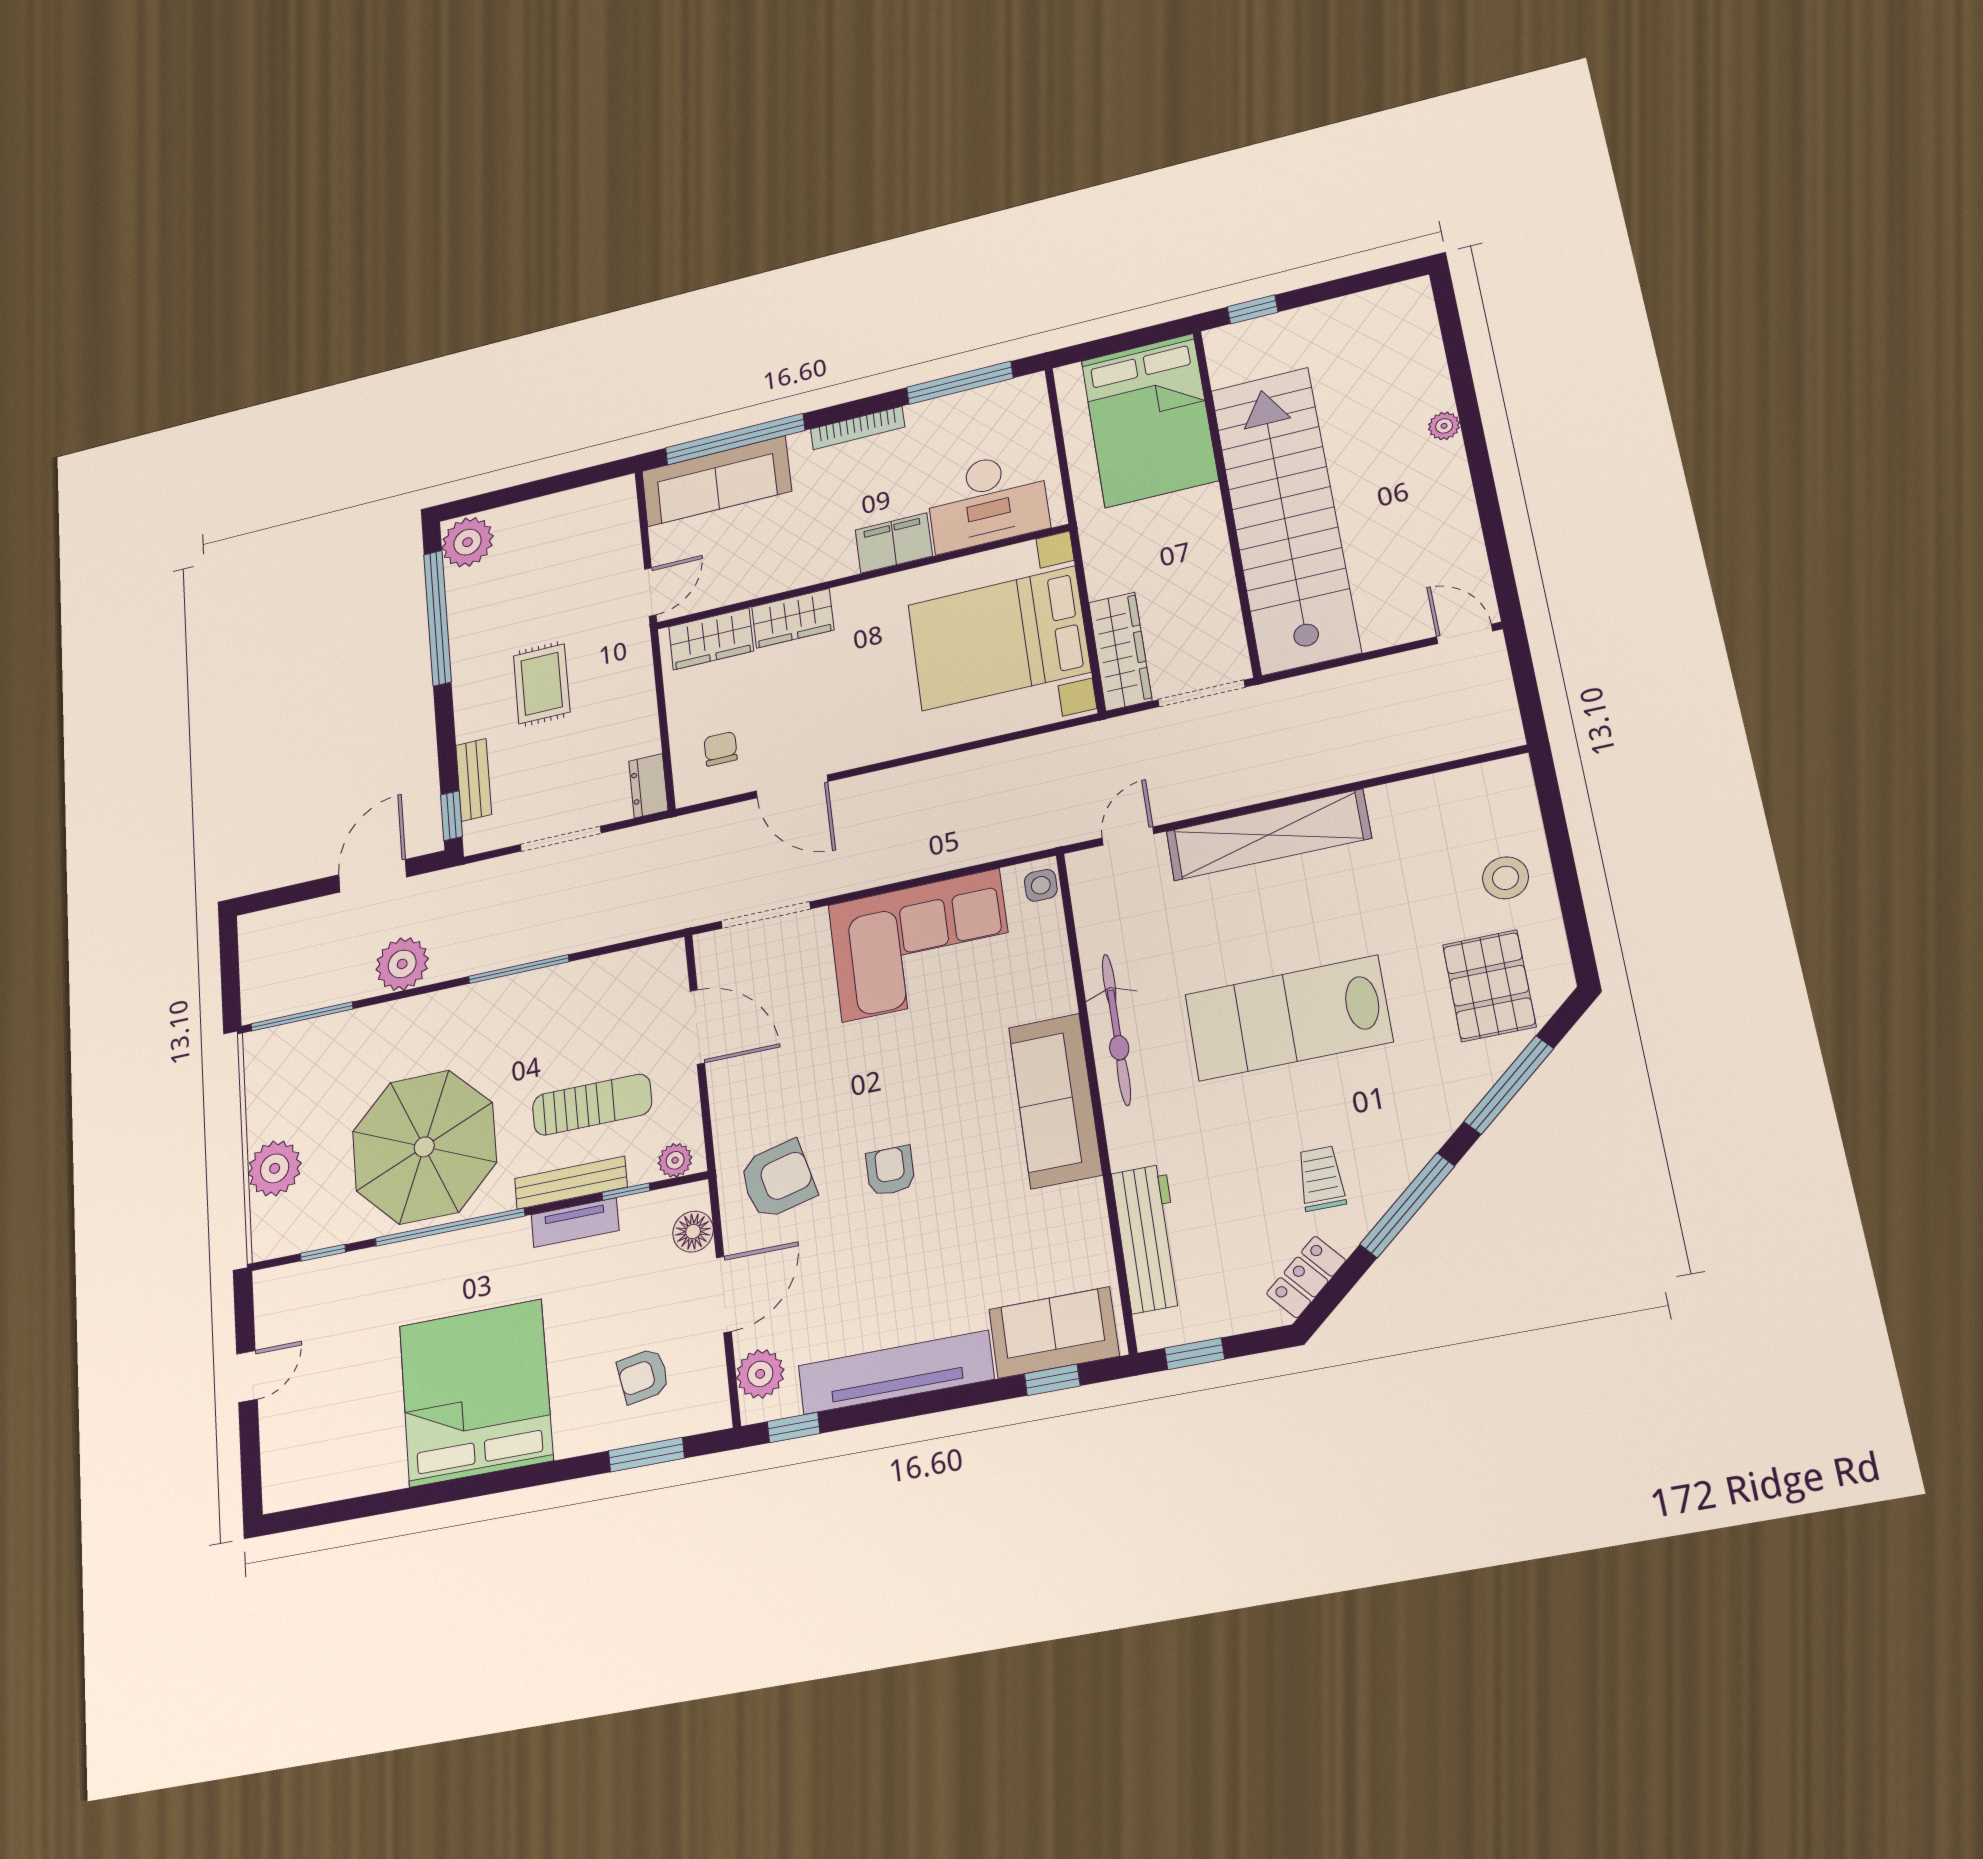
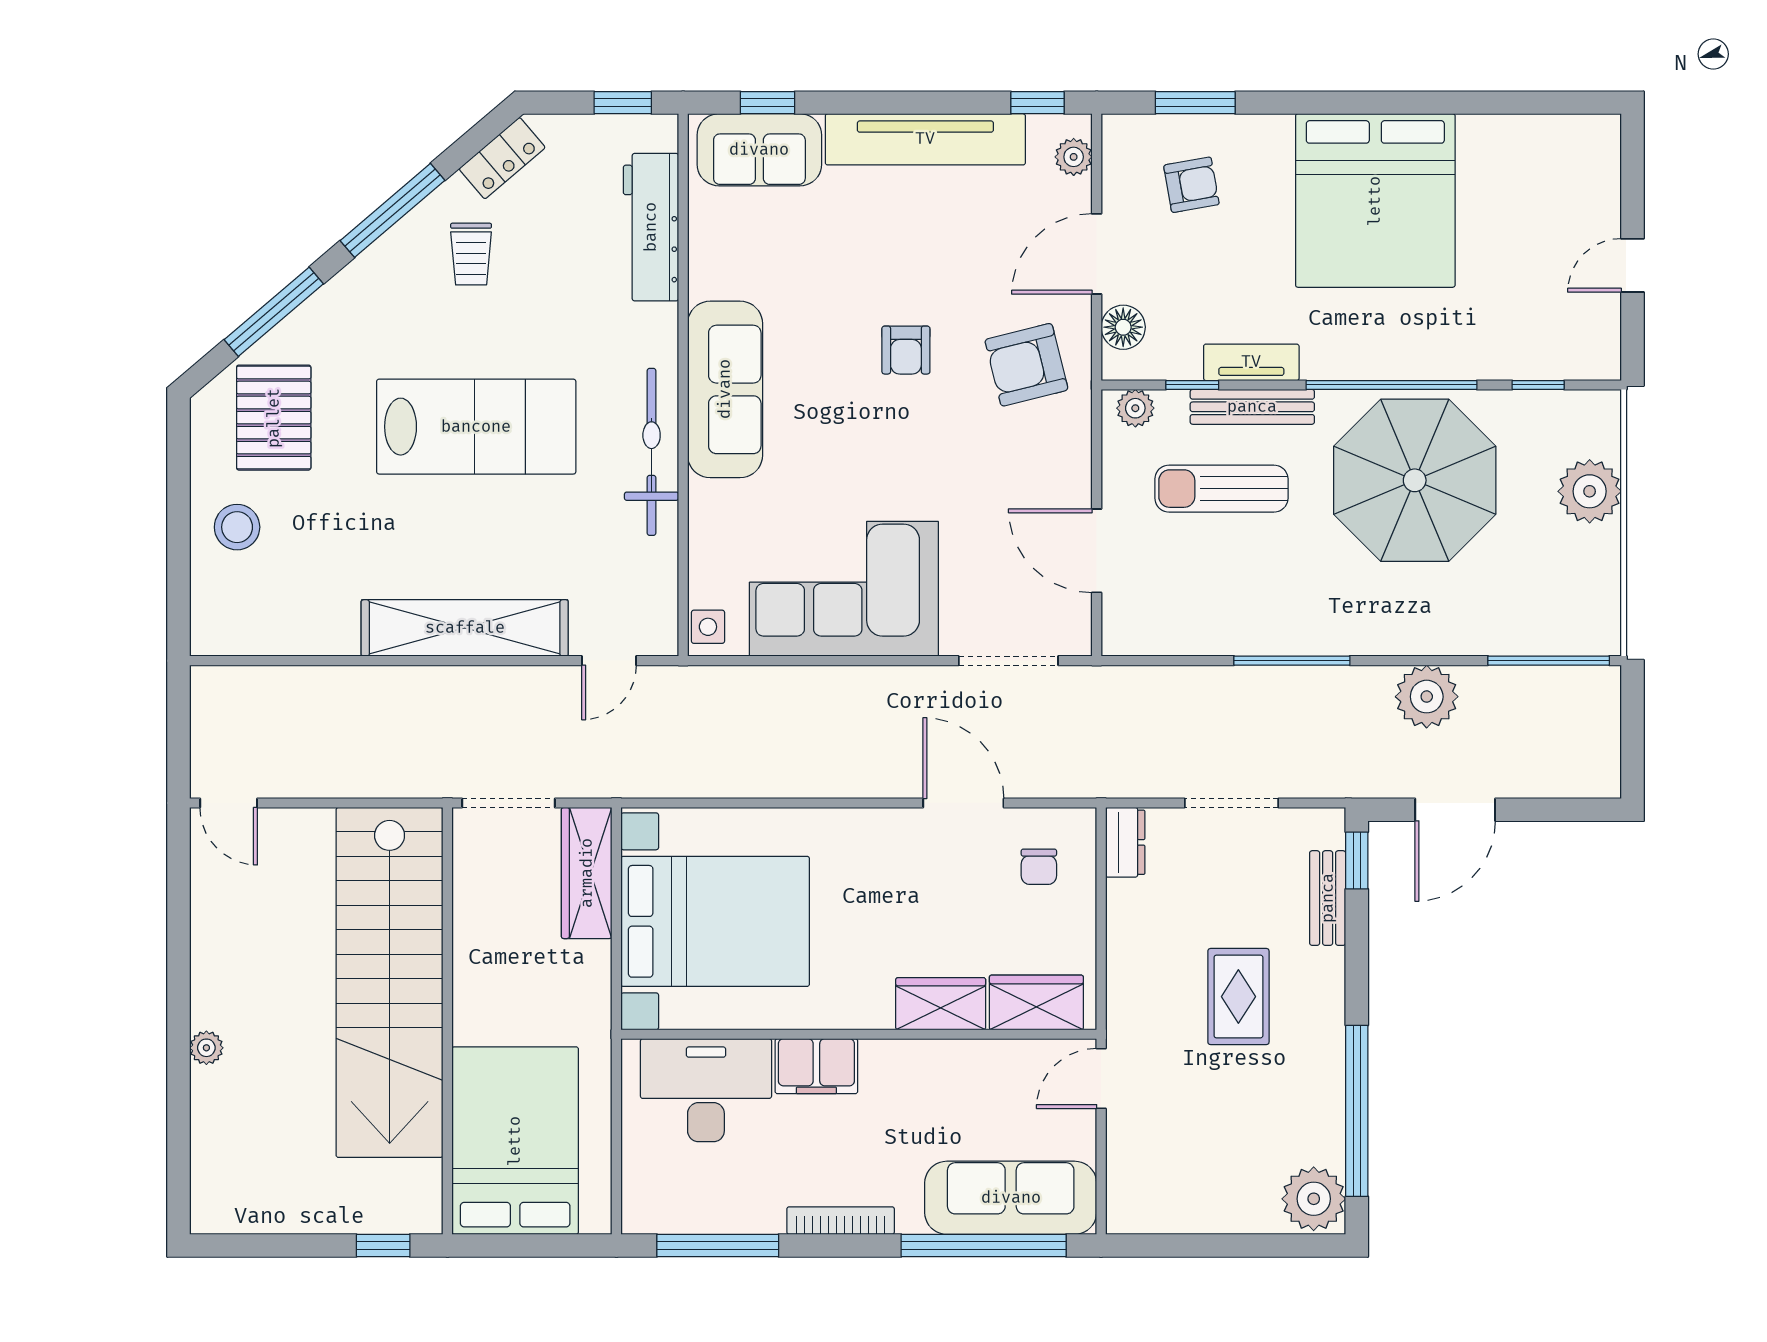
plant: (760, 1374) -> (1074, 157), width x0.73, depth x0.73

